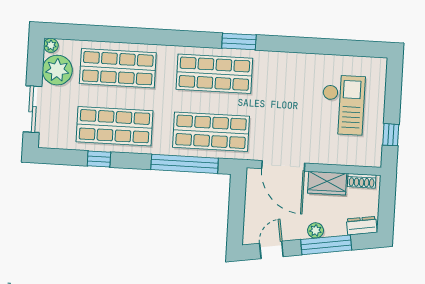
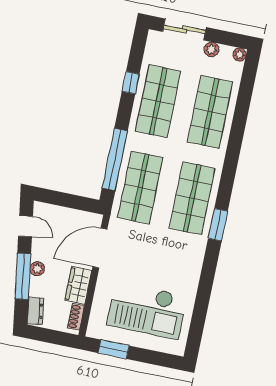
plant: (57, 70) -> (211, 49), width x0.53, depth x0.53
checkout: (343, 105) -> (147, 310), width x1.36, depth x1.21
window: (391, 135) -> (114, 349), width x1.50

